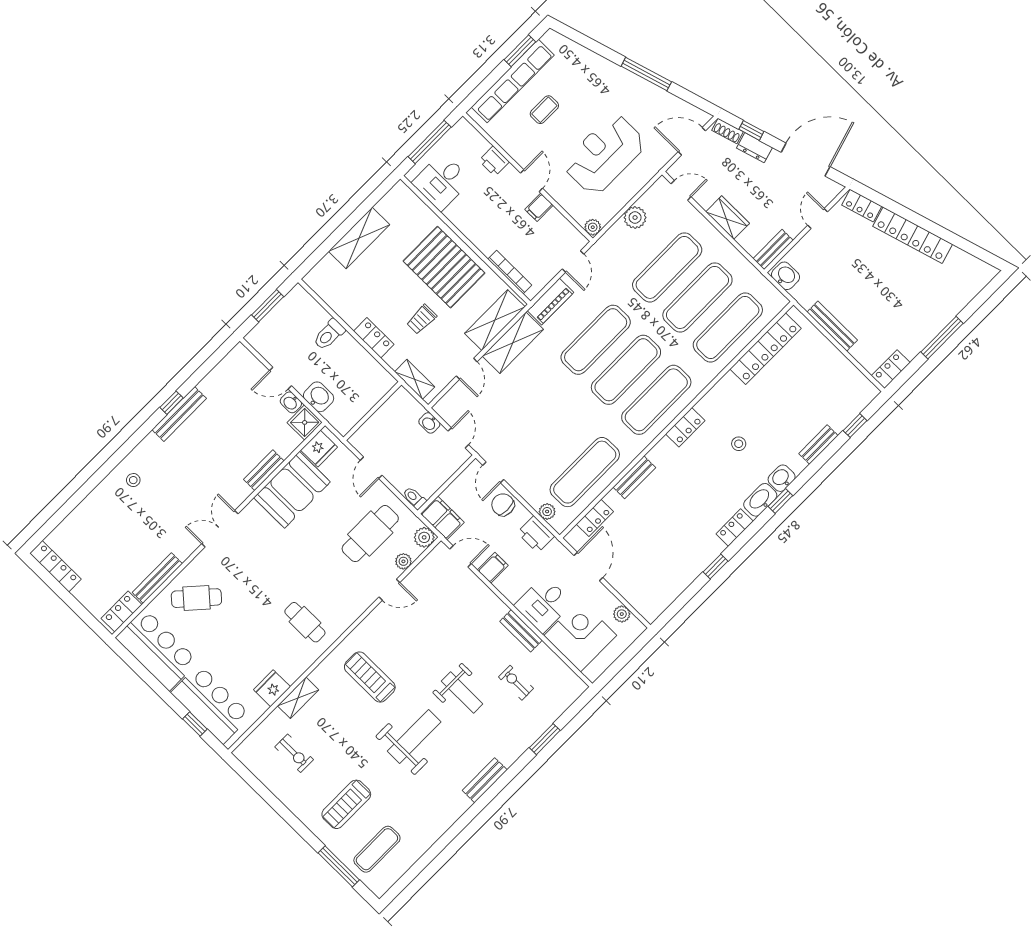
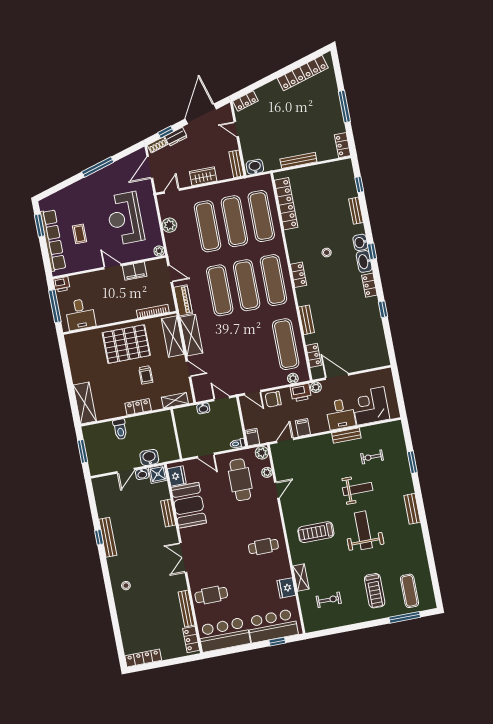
printer: (494, 161) -> (61, 284), moved
filing cabinet: (539, 207) -> (135, 271), width x2.00
locker: (913, 235) -> (303, 73), moved
shelving: (359, 238) -> (85, 403), moved
filing cabinet: (442, 518) -> (252, 437), width x0.50
cafe table: (196, 598) -> (211, 595), turned 48
plant: (622, 614) -> (316, 387), moved

